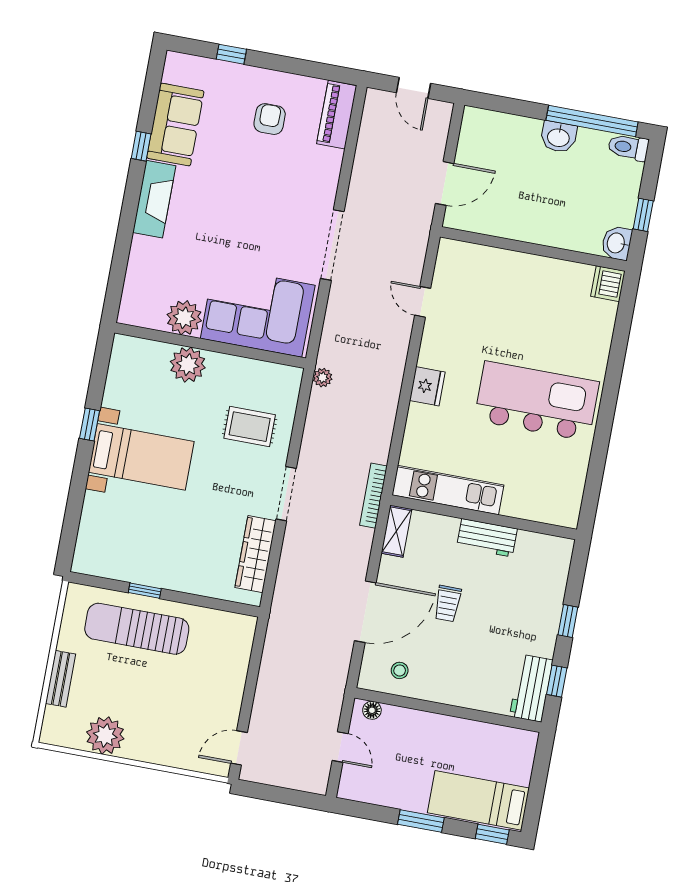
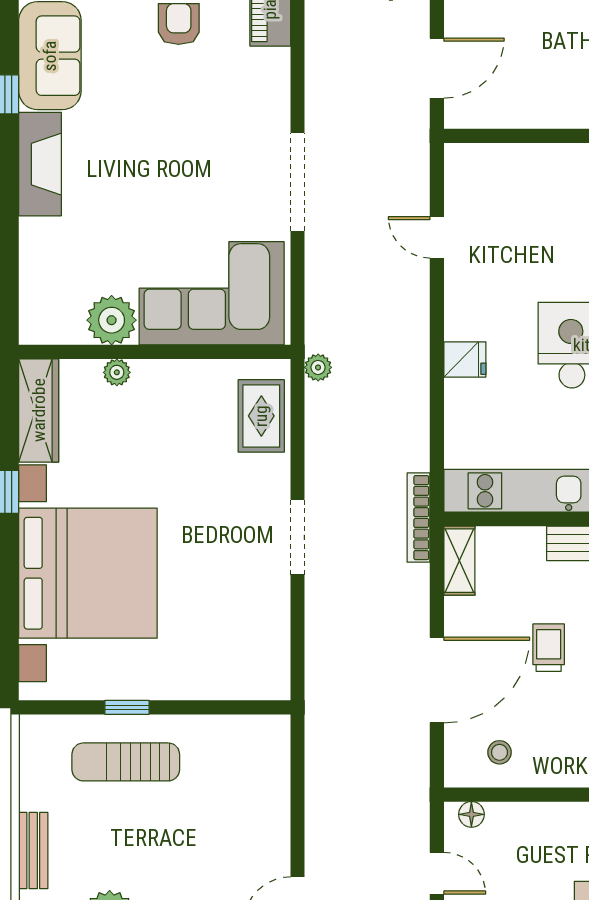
plant: (188, 365) -> (117, 372), width x0.53, depth x0.53
fridge: (427, 386) -> (465, 359), width x0.72
rug: (250, 427) -> (261, 416), moved, turned 90
bed with nightstands: (141, 457) -> (88, 573), width x1.85
wardrobe: (255, 554) -> (39, 410), moved, turned 180
trolley: (448, 604) -> (549, 648), turned 180
sun lounger: (137, 629) -> (126, 762), width x0.73, depth x0.75

